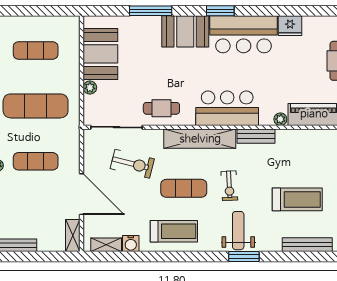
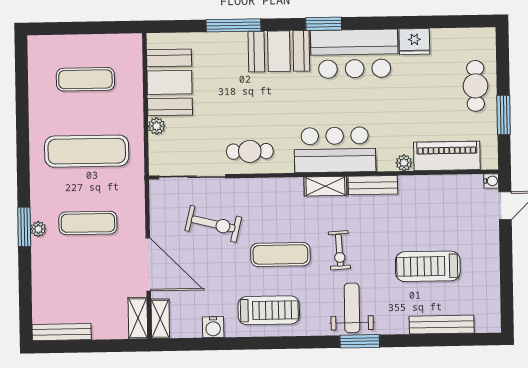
shelving: (200, 139) -> (325, 186), width x0.45, depth x0.75
treadmill: (297, 199) -> (428, 266), turned 180
shelving: (106, 245) -> (160, 319), moved, turned 90

